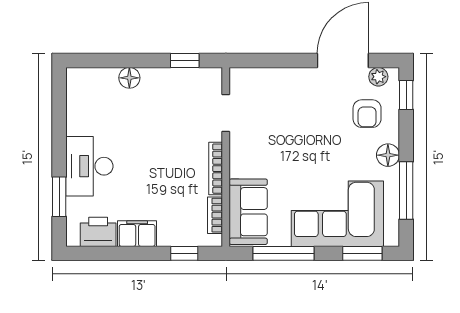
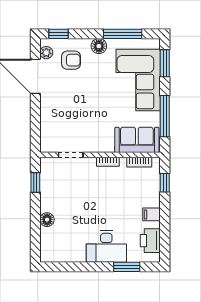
bookcase: (216, 169) -> (108, 162), width x0.64
filing cabinet: (137, 234) -> (152, 214), width x0.50

